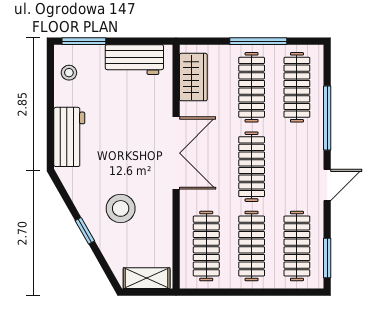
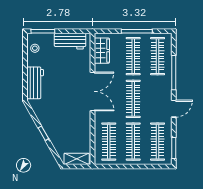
stool: (121, 208) -> (63, 121), removed

